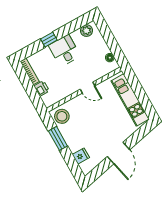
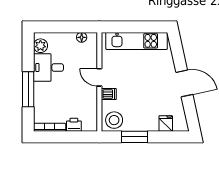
window: (49, 40) -> (28, 89), width x2.17
desk: (64, 51) -> (48, 68), moved
door: (87, 88) -> (99, 77), swing flipped
dishwasher: (79, 102) -> (109, 94), added

